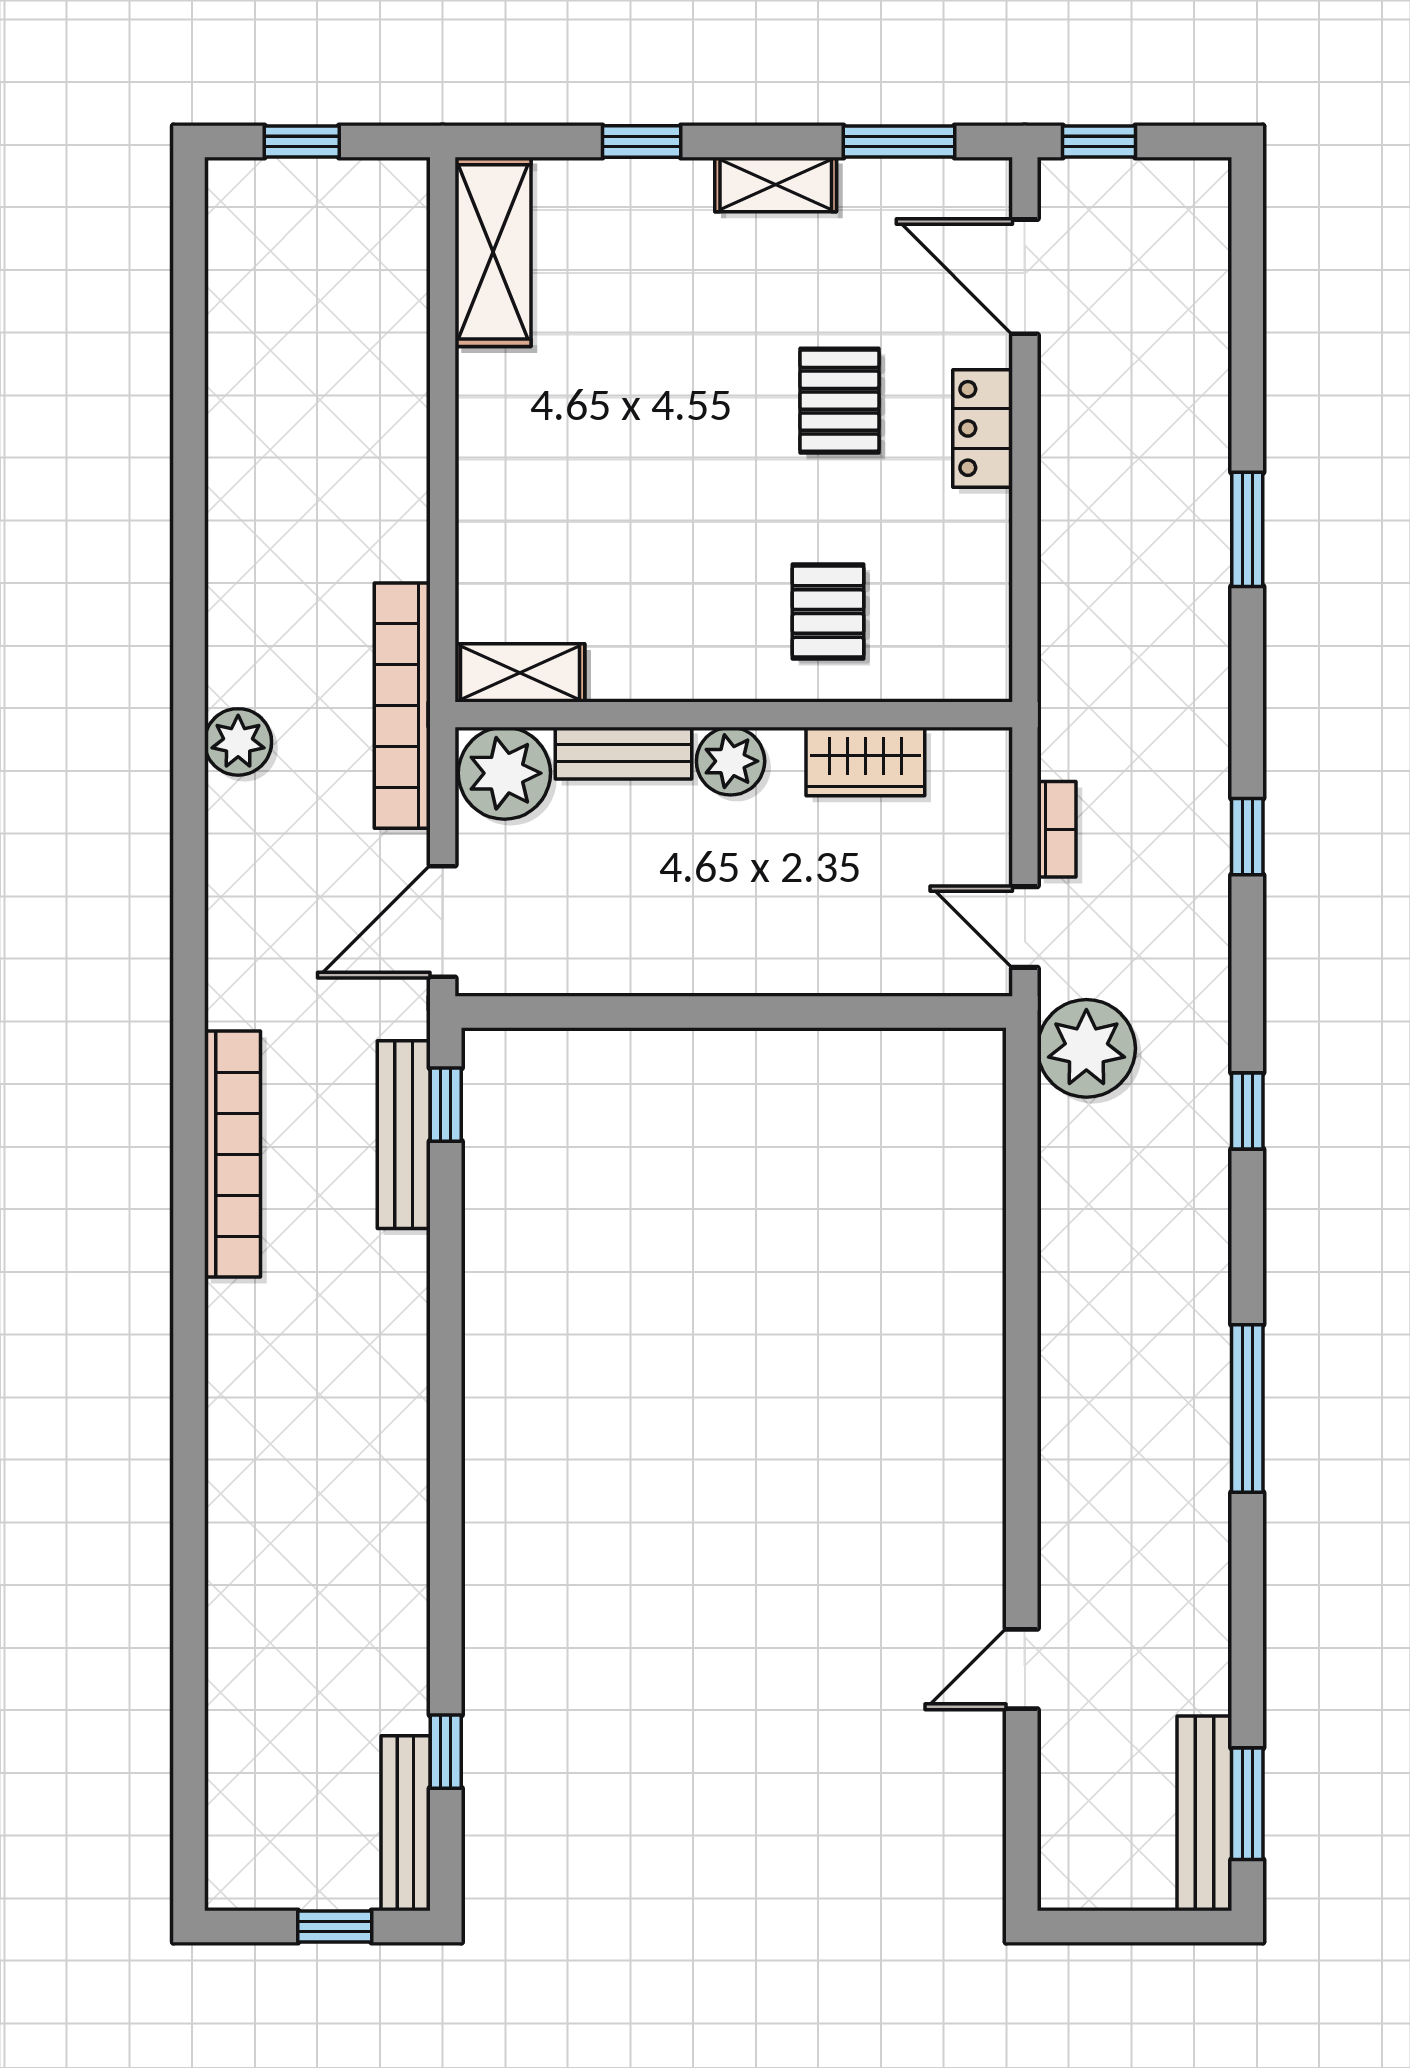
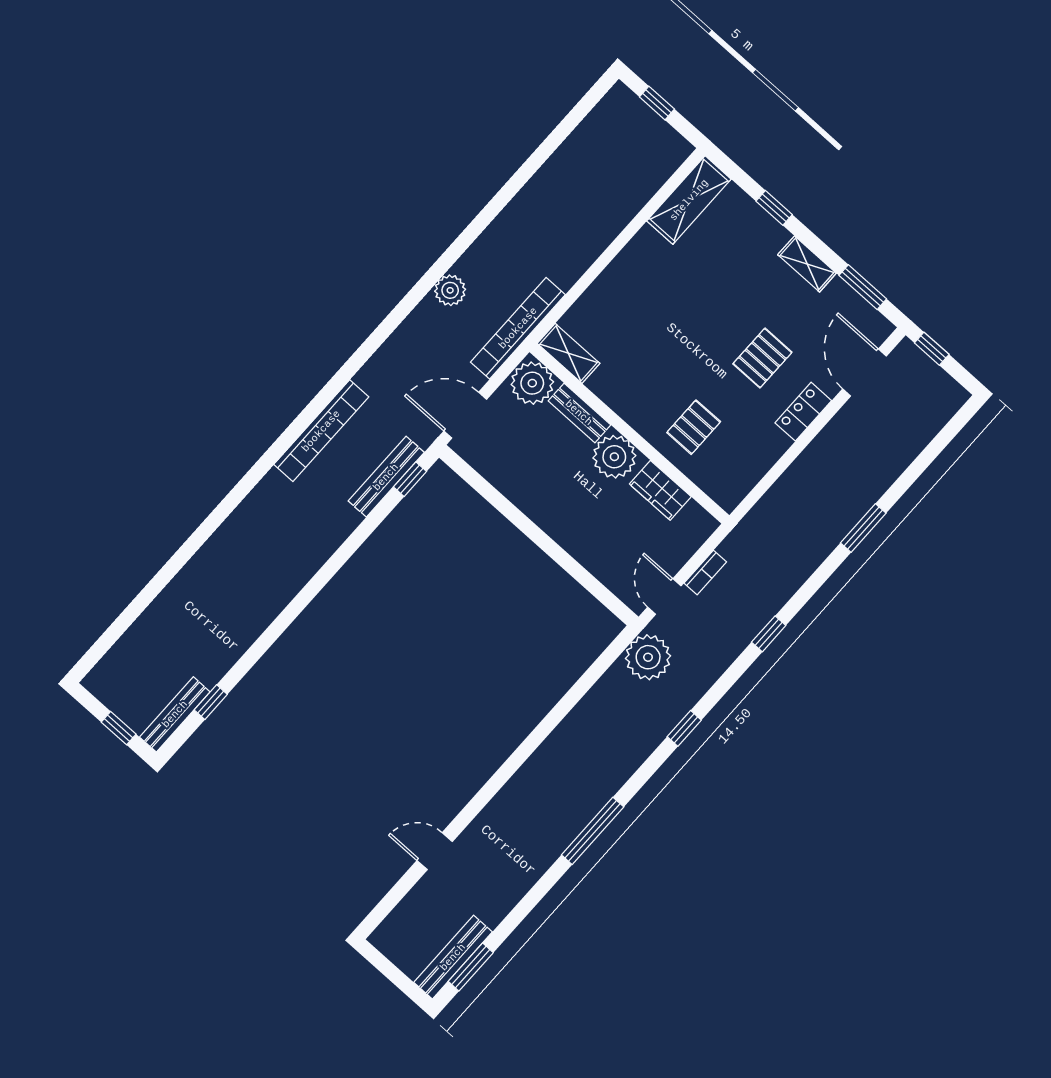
plant: (731, 761) -> (614, 457), width x1.36, depth x1.36

